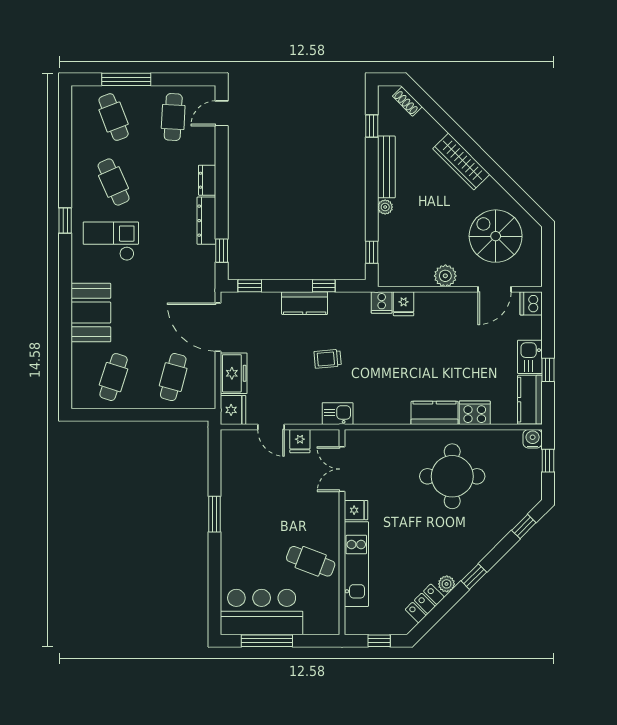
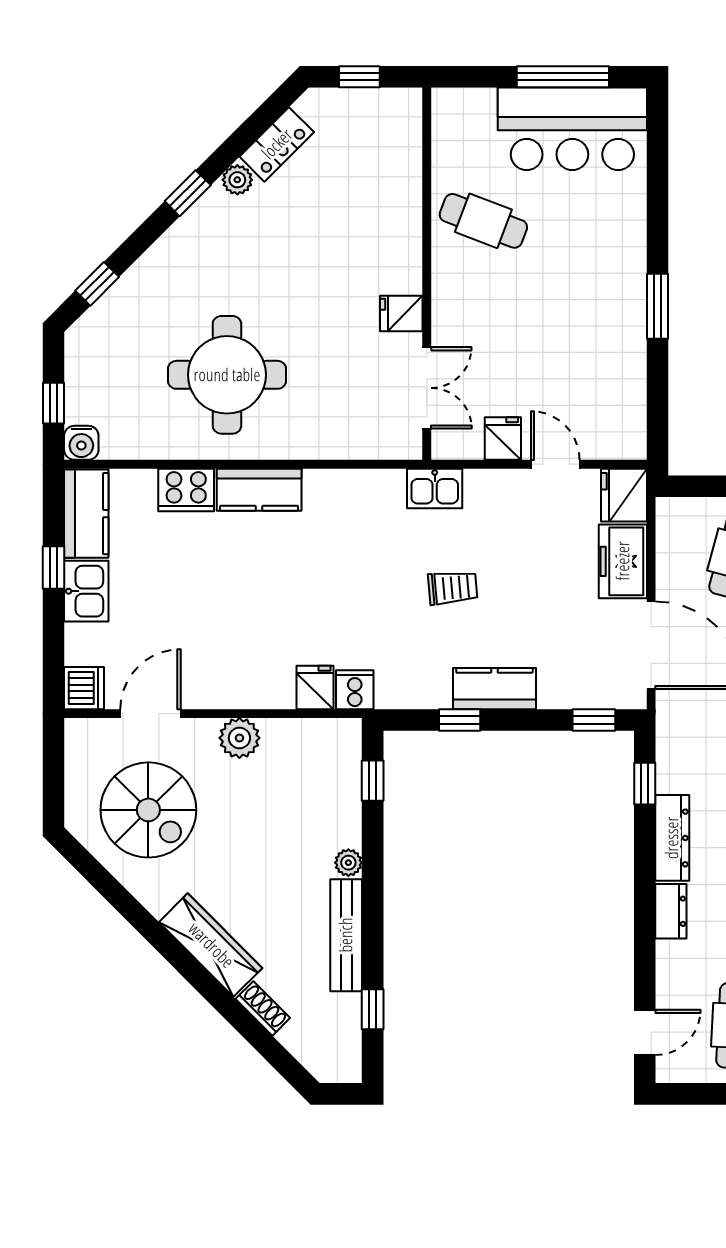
shoe rack: (407, 101) -> (263, 1008), moved
kitchen unit: (356, 564) -> (401, 216), removed

